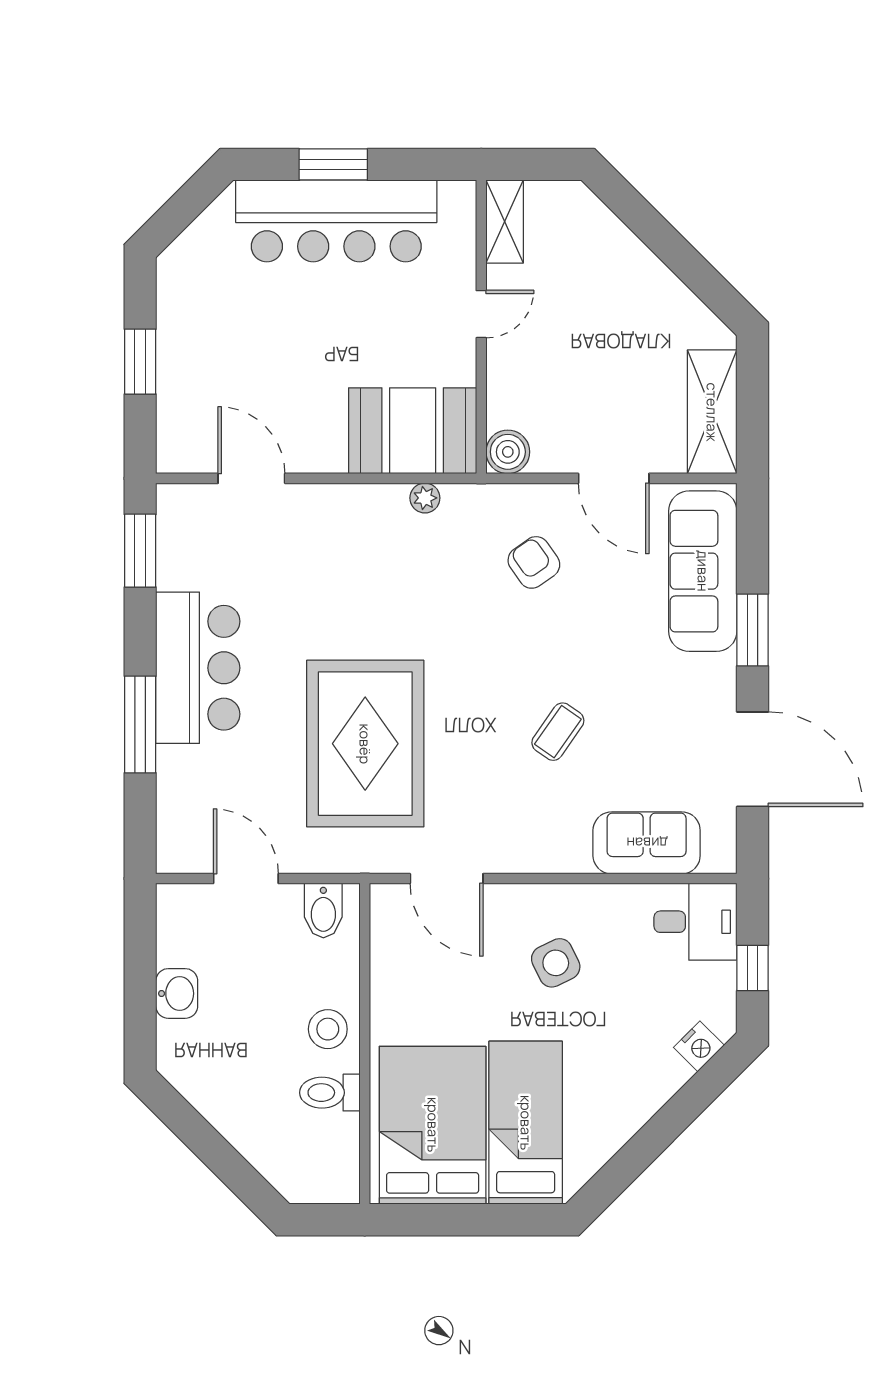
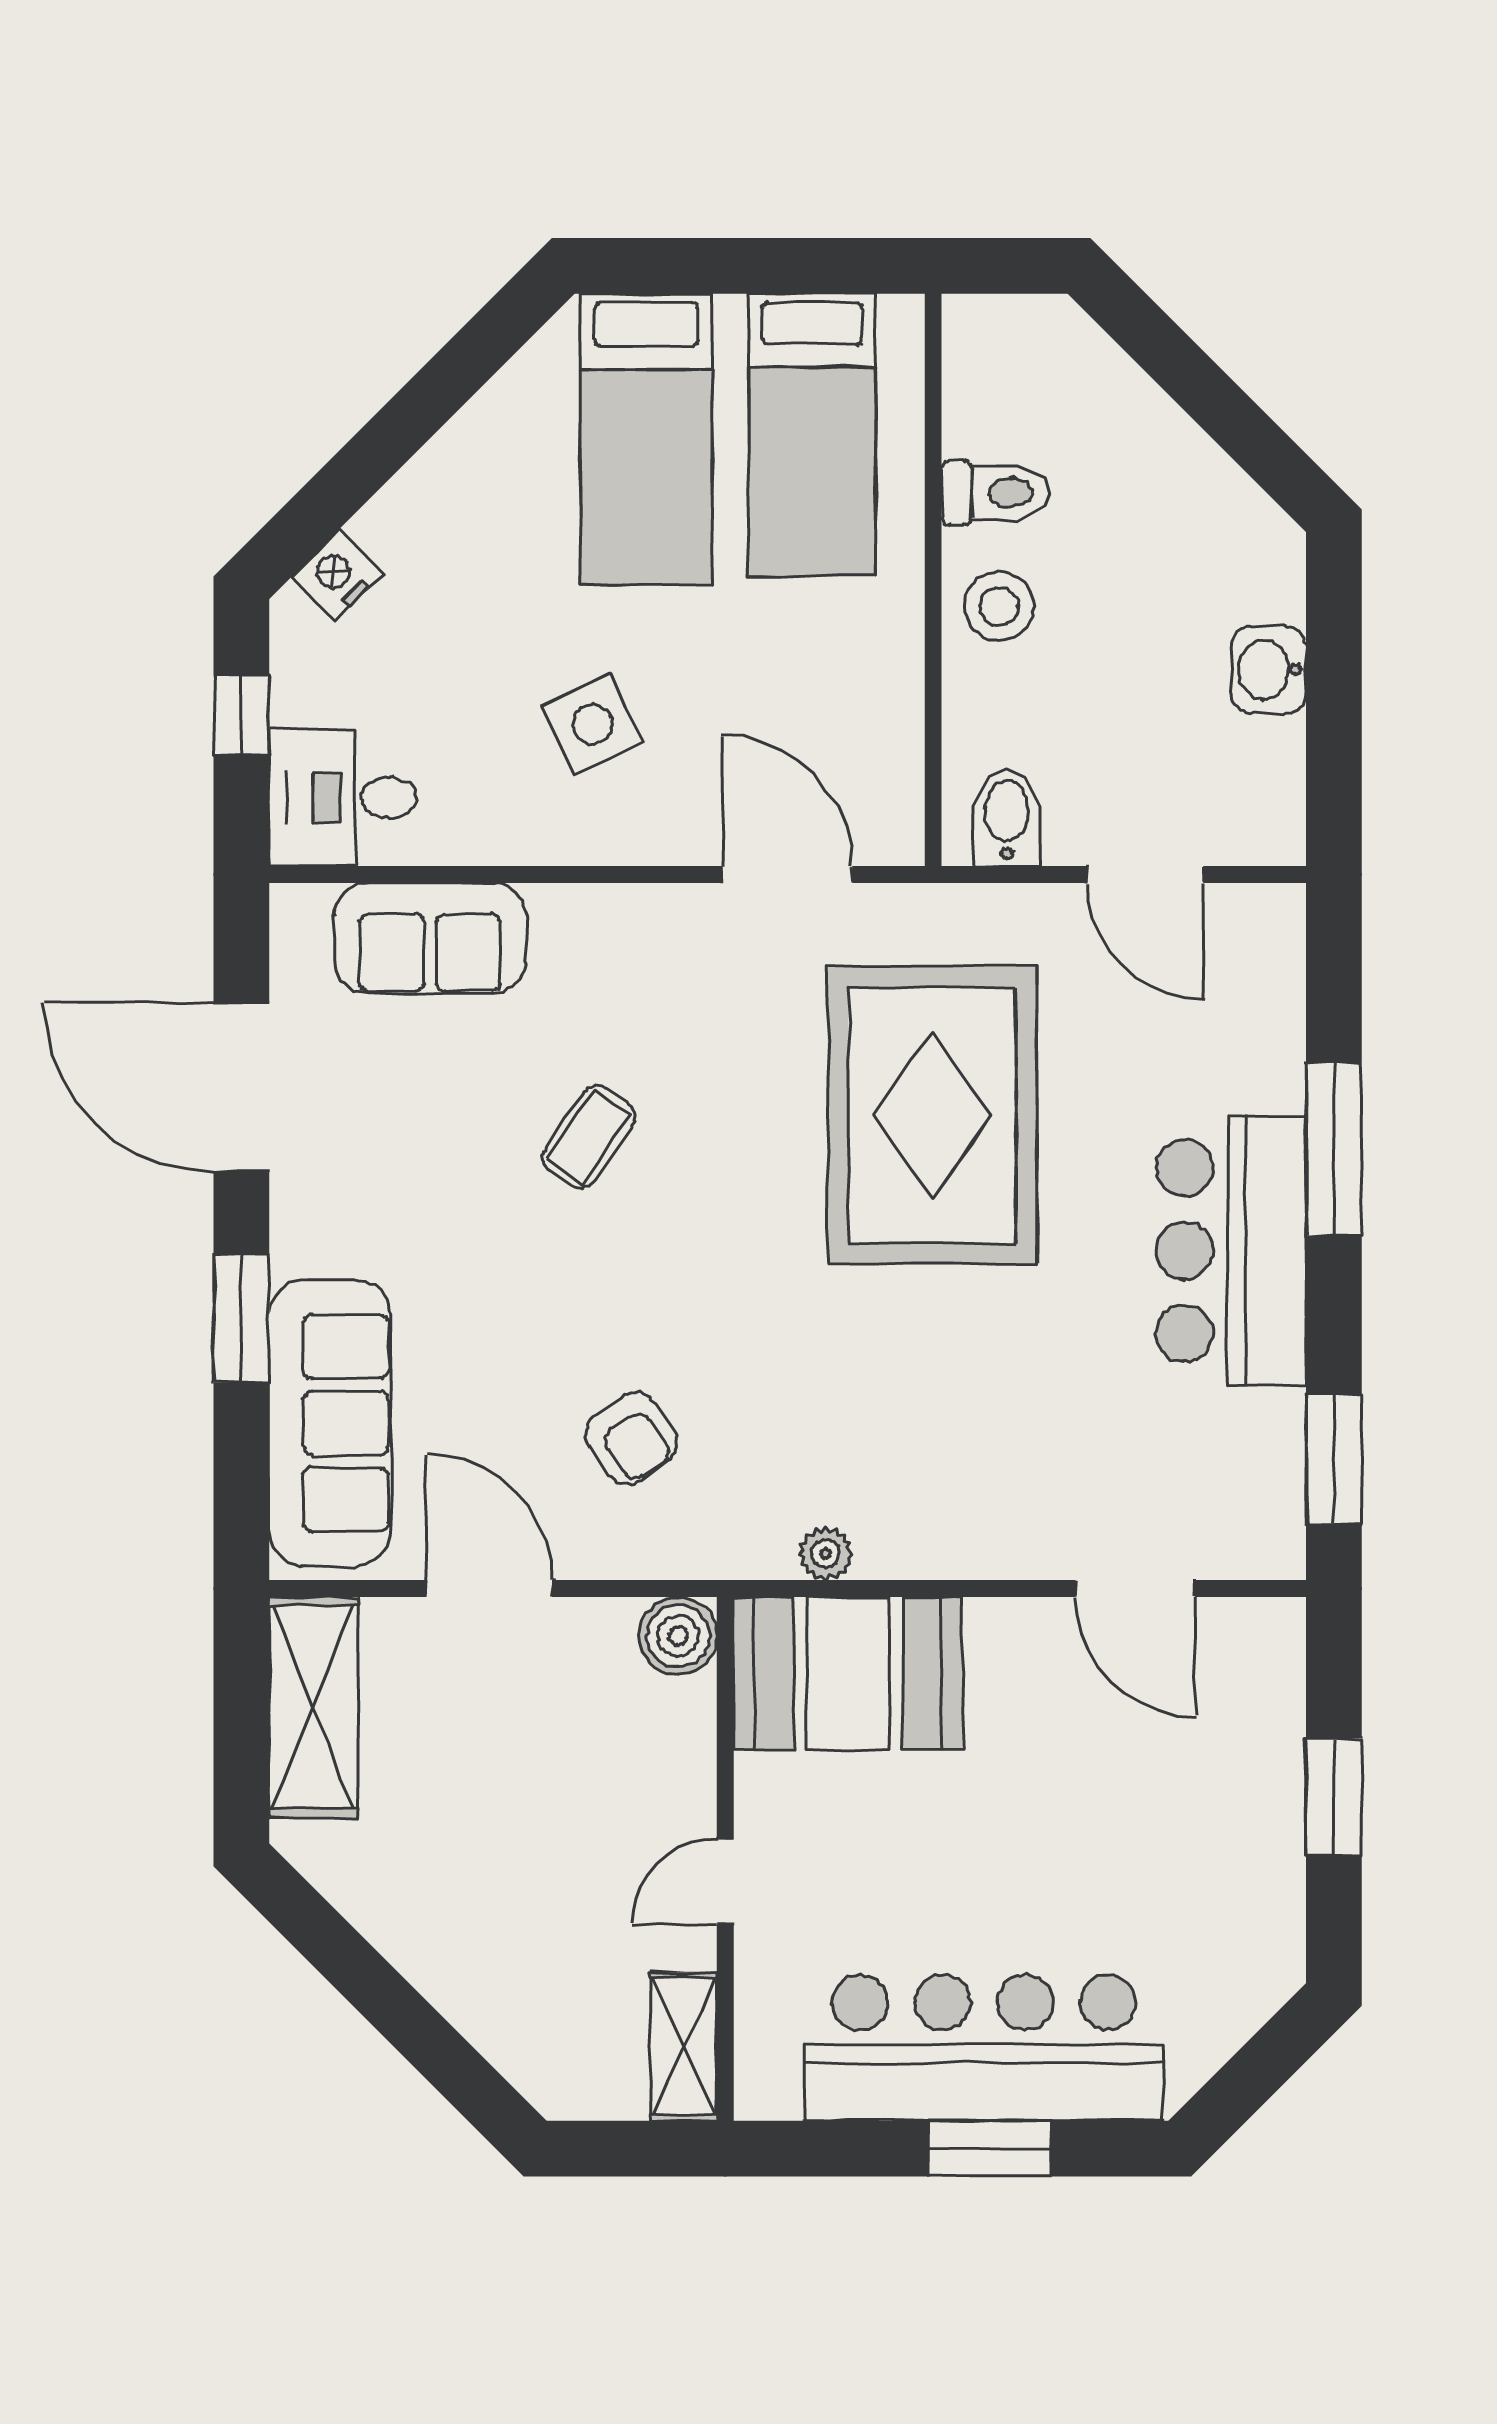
bed: (433, 1125) -> (812, 434), width x0.67

